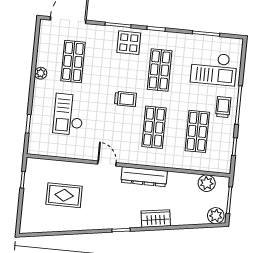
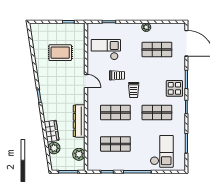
checkout: (214, 69) -> (162, 151), turned 180
trolley: (223, 107) -> (117, 75), moved
checkout: (69, 114) -> (106, 50), moved
door: (107, 163) -> (86, 81), hinge flipped
dresser: (144, 177) -> (79, 121), moved
rug: (64, 195) -> (60, 53), turned 90
plant: (216, 216) -> (54, 148), moved
wardrobe: (156, 219) -> (52, 131), moved

